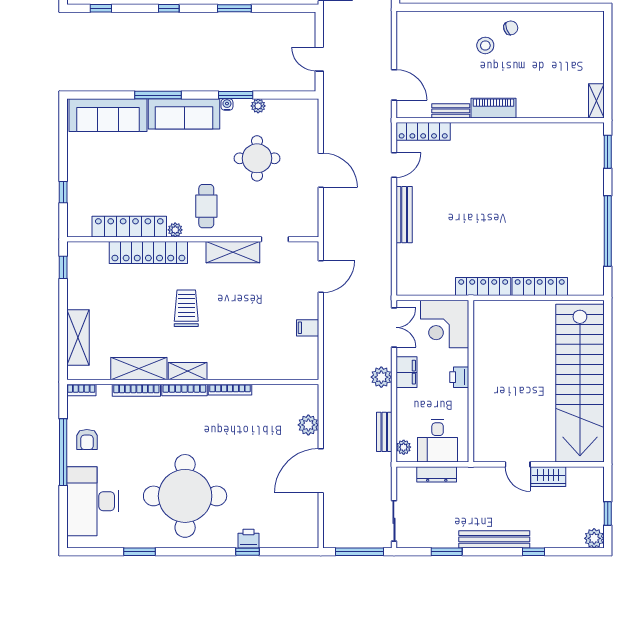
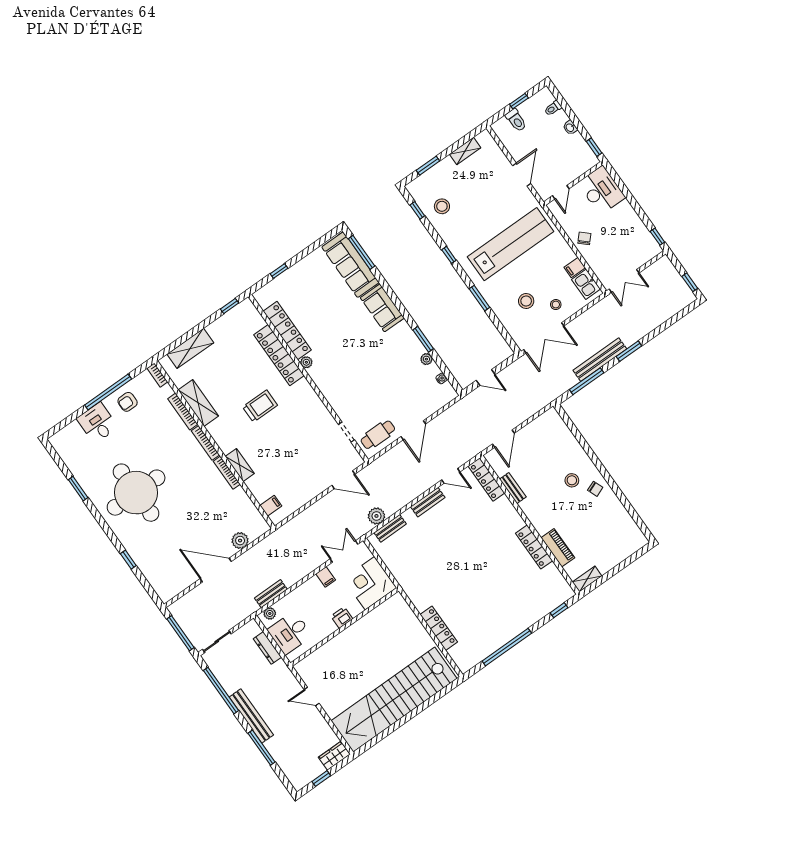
door: (319, 59) -> (486, 378), swing flipped
window: (158, 95) -> (362, 252), moved
water cooler: (227, 104) -> (441, 378), moved
piano: (494, 108) -> (558, 548), moved
sofa: (184, 114) -> (382, 308), width x0.73
window: (608, 152) -> (559, 610), width x0.67
round table: (257, 158) -> (391, 383), removed
cafe table: (206, 206) -> (378, 435), moved
bench: (404, 215) -> (428, 502), width x0.73
shelving: (233, 252) -> (318, 410), removed
bench: (404, 264) -> (390, 528), added
locker: (483, 287) -> (534, 547), moved, turned 180
double door: (394, 327) -> (344, 552), swing flipped
filing cabinet: (308, 328) -> (271, 506), moved, turned 90
shelving: (188, 371) -> (240, 465), moved
filing cabinet: (407, 372) -> (326, 577), width x0.50
plant: (381, 377) -> (376, 516), moved
door: (518, 464) -> (312, 696), hinge flipped
wardrobe: (548, 477) -> (334, 756), moved, turned 90
desk: (93, 501) -> (97, 423), width x0.53, depth x0.77
plant: (594, 538) -> (299, 781), removed
printer: (249, 539) -> (137, 554), removed
window: (447, 552) -> (221, 691), width x2.11
window: (534, 552) -> (261, 748), width x2.17

